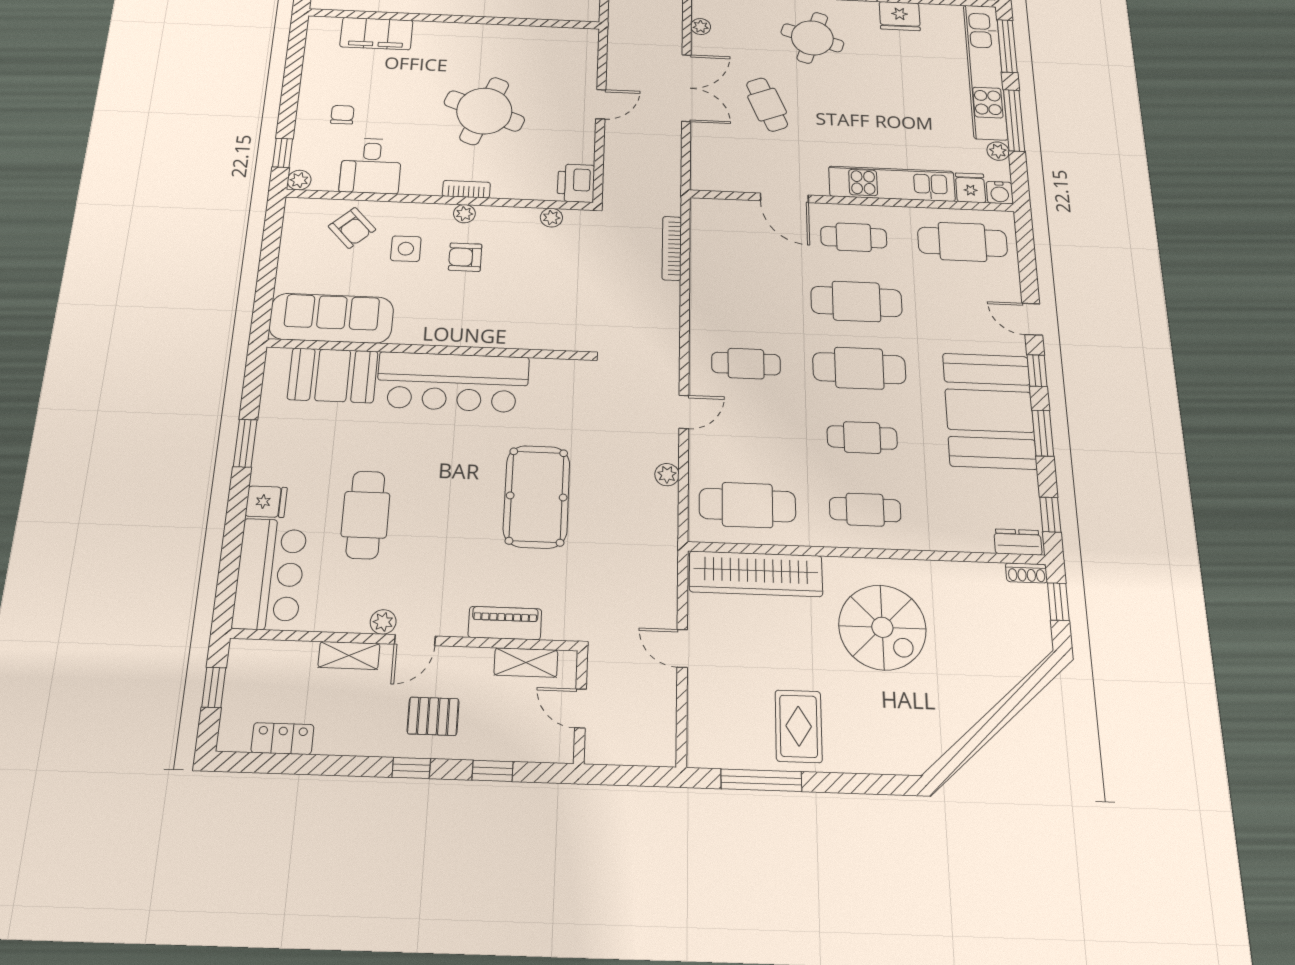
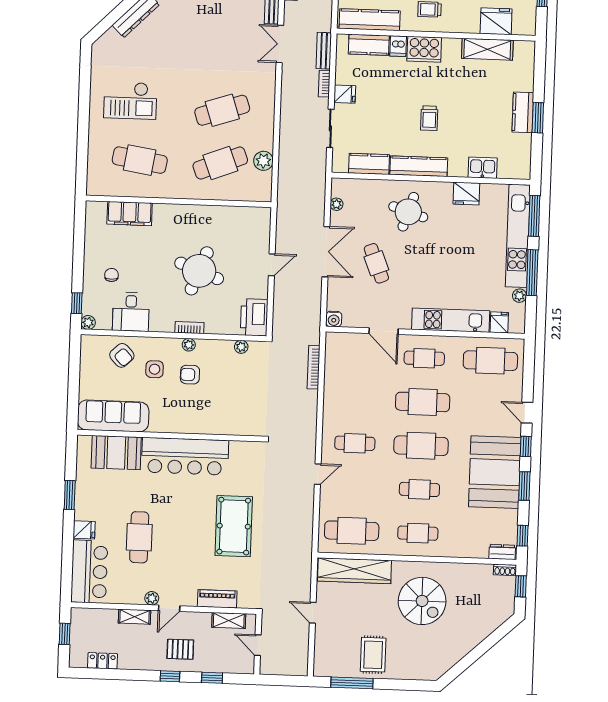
printer: (576, 183) -> (254, 317), width x1.37, depth x1.19
water cooler: (1000, 193) -> (334, 319), moved
plant: (667, 475) -> (307, 513), removed

